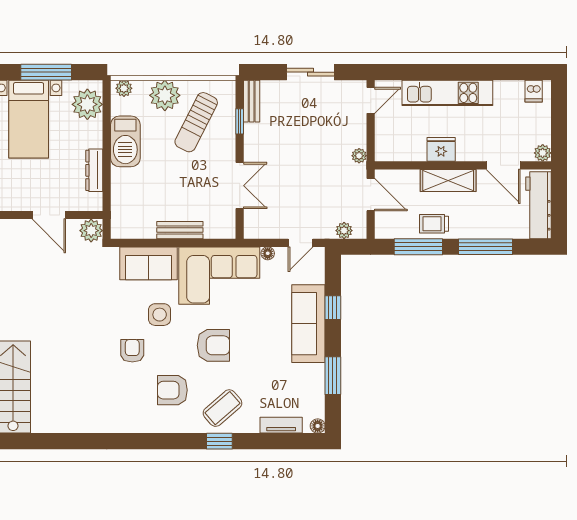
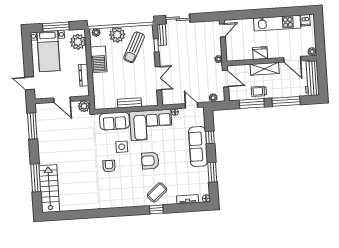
sliding door: (311, 72) -> (178, 19), moved
kitchen unit: (447, 93) -> (277, 23), moved
door: (300, 243) -> (191, 105), swing flipped
armchair: (213, 345) -> (150, 161), turned 180
armchair: (172, 390) -> (131, 185), removed

